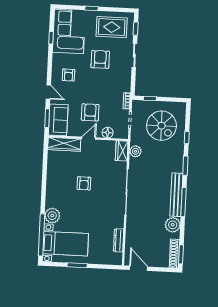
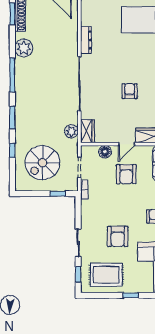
spiral stairs: (161, 126) -> (42, 163), turned -90
bench: (176, 195) -> (21, 83), removed
dresser: (119, 240) -> (86, 40), moved

